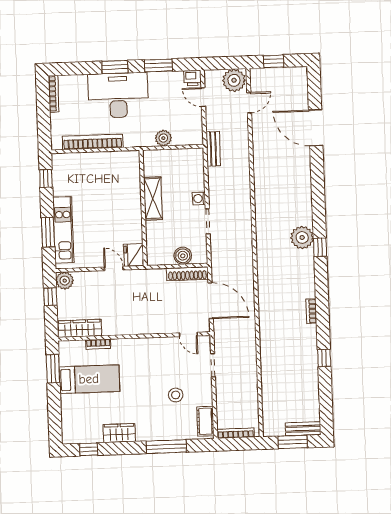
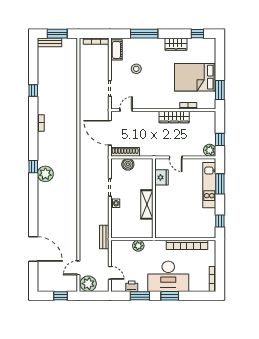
printer: (192, 78) -> (132, 286), moved
fridge: (134, 255) -> (162, 177), moved
wardrobe: (79, 328) -> (174, 117), moved
door: (188, 334) -> (126, 110), hinge flipped
bed: (89, 379) -> (195, 77), width x1.50

